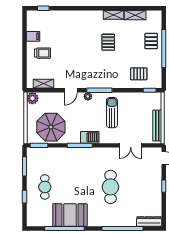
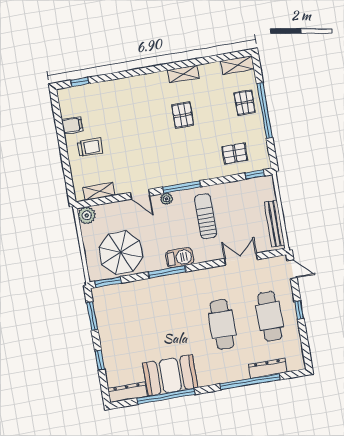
shelving: (135, 15) -> (238, 65), moved
door: (71, 90) -> (140, 194), hinge flipped
double door: (131, 145) -> (241, 259), swing flipped
cafe table: (45, 187) -> (270, 316), moved, width x1.37, depth x1.35
dresser: (39, 221) -> (127, 392), added
dresser: (149, 222) -> (268, 368), moved

